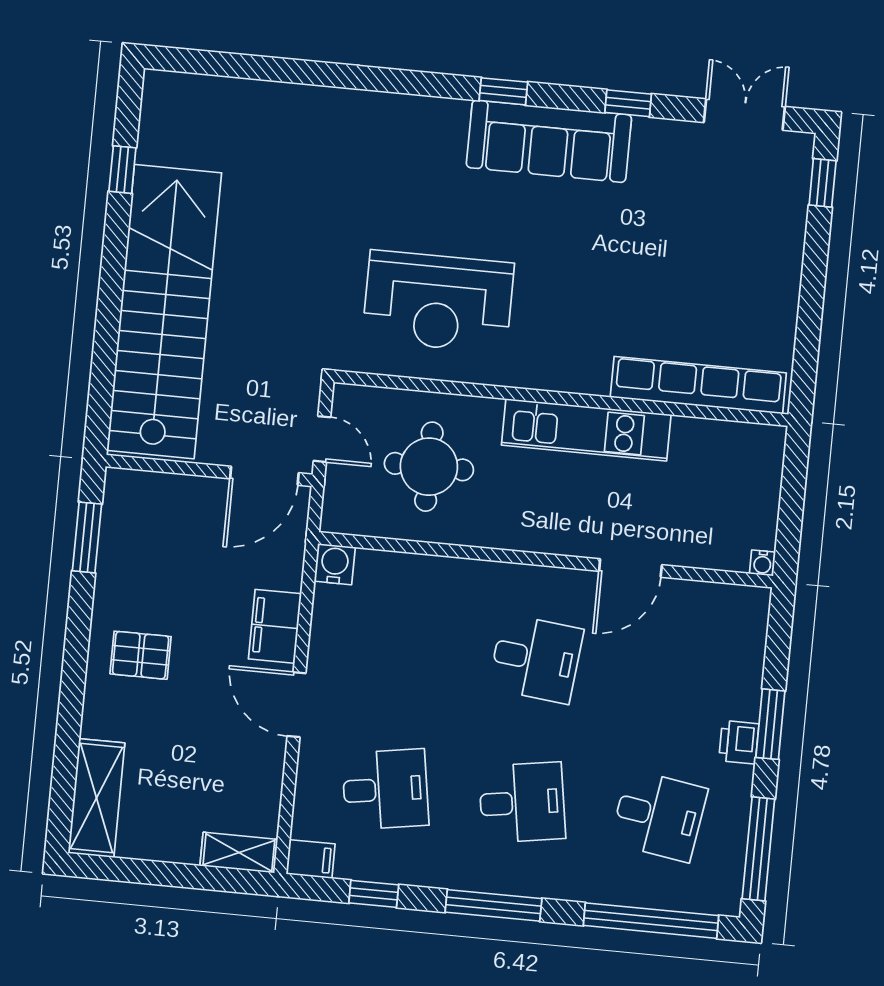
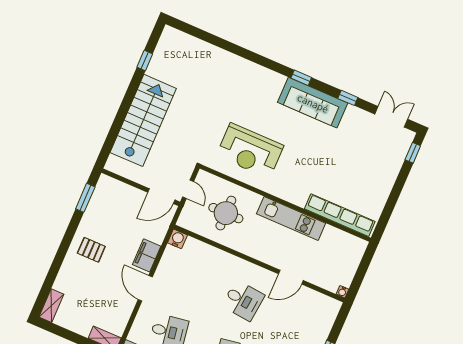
stairs: (164, 312) -> (143, 120), width x0.73
shelving: (96, 798) -> (51, 306), width x0.67, depth x0.75

